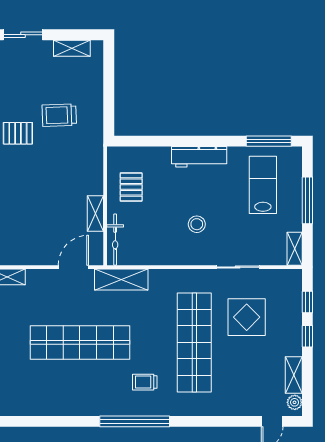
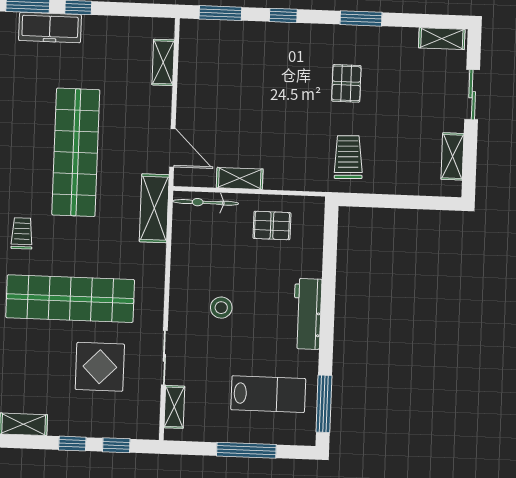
trolley: (59, 115) -> (348, 157), moved
shelving: (295, 249) -> (174, 407), moved, turned 90

